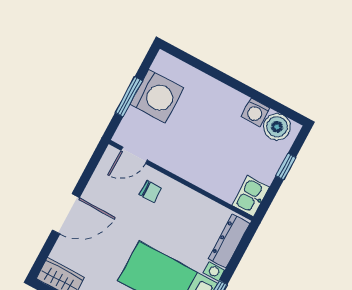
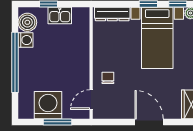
window: (234, 84) -> (15, 62), added
door: (134, 155) -> (91, 100), swing flipped
kitchen sink: (251, 196) -> (60, 16), moved

